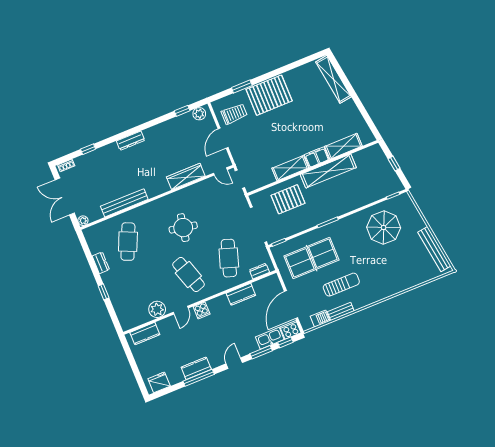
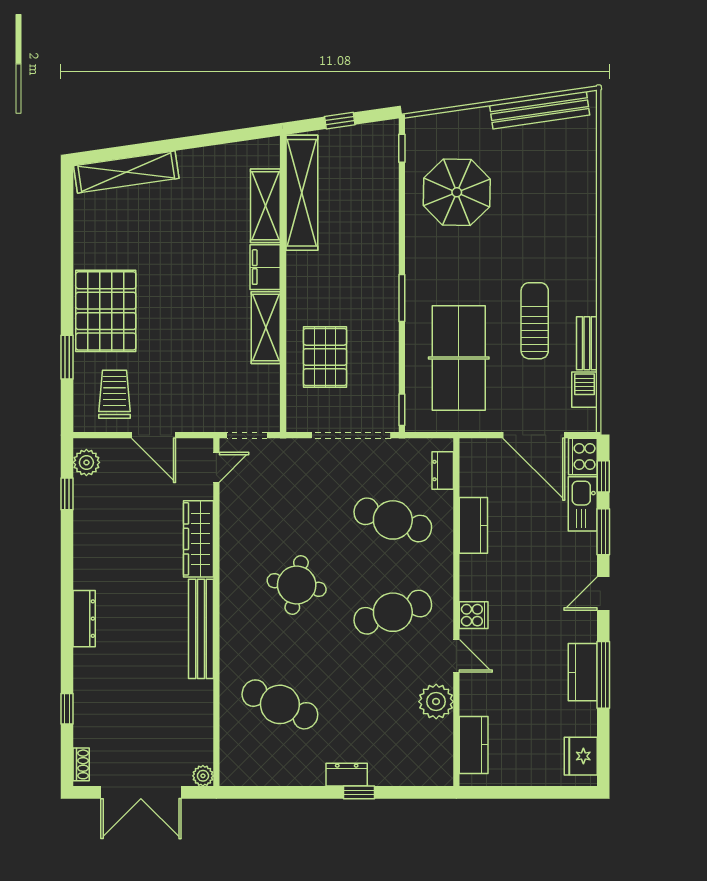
shelving: (328, 171) -> (302, 193), moved
bench: (124, 203) -> (201, 629), moved
dresser: (101, 263) -> (347, 775), moved
door: (234, 363) -> (603, 593), hinge flipped

